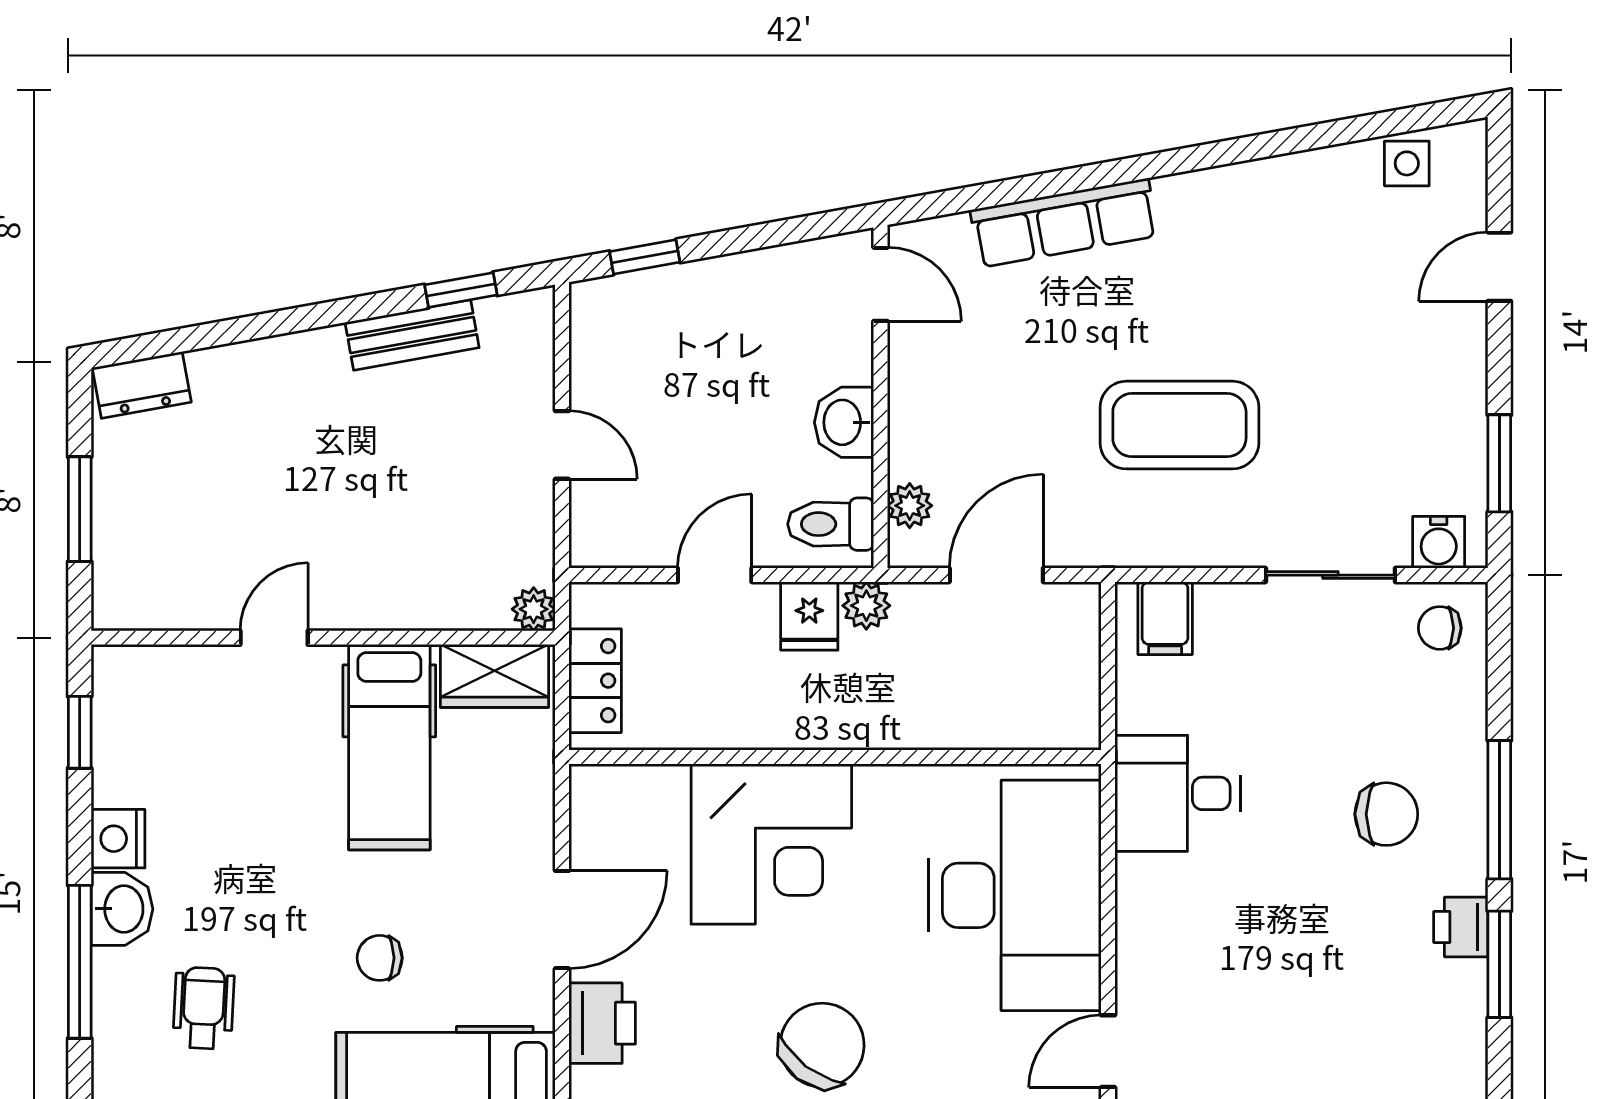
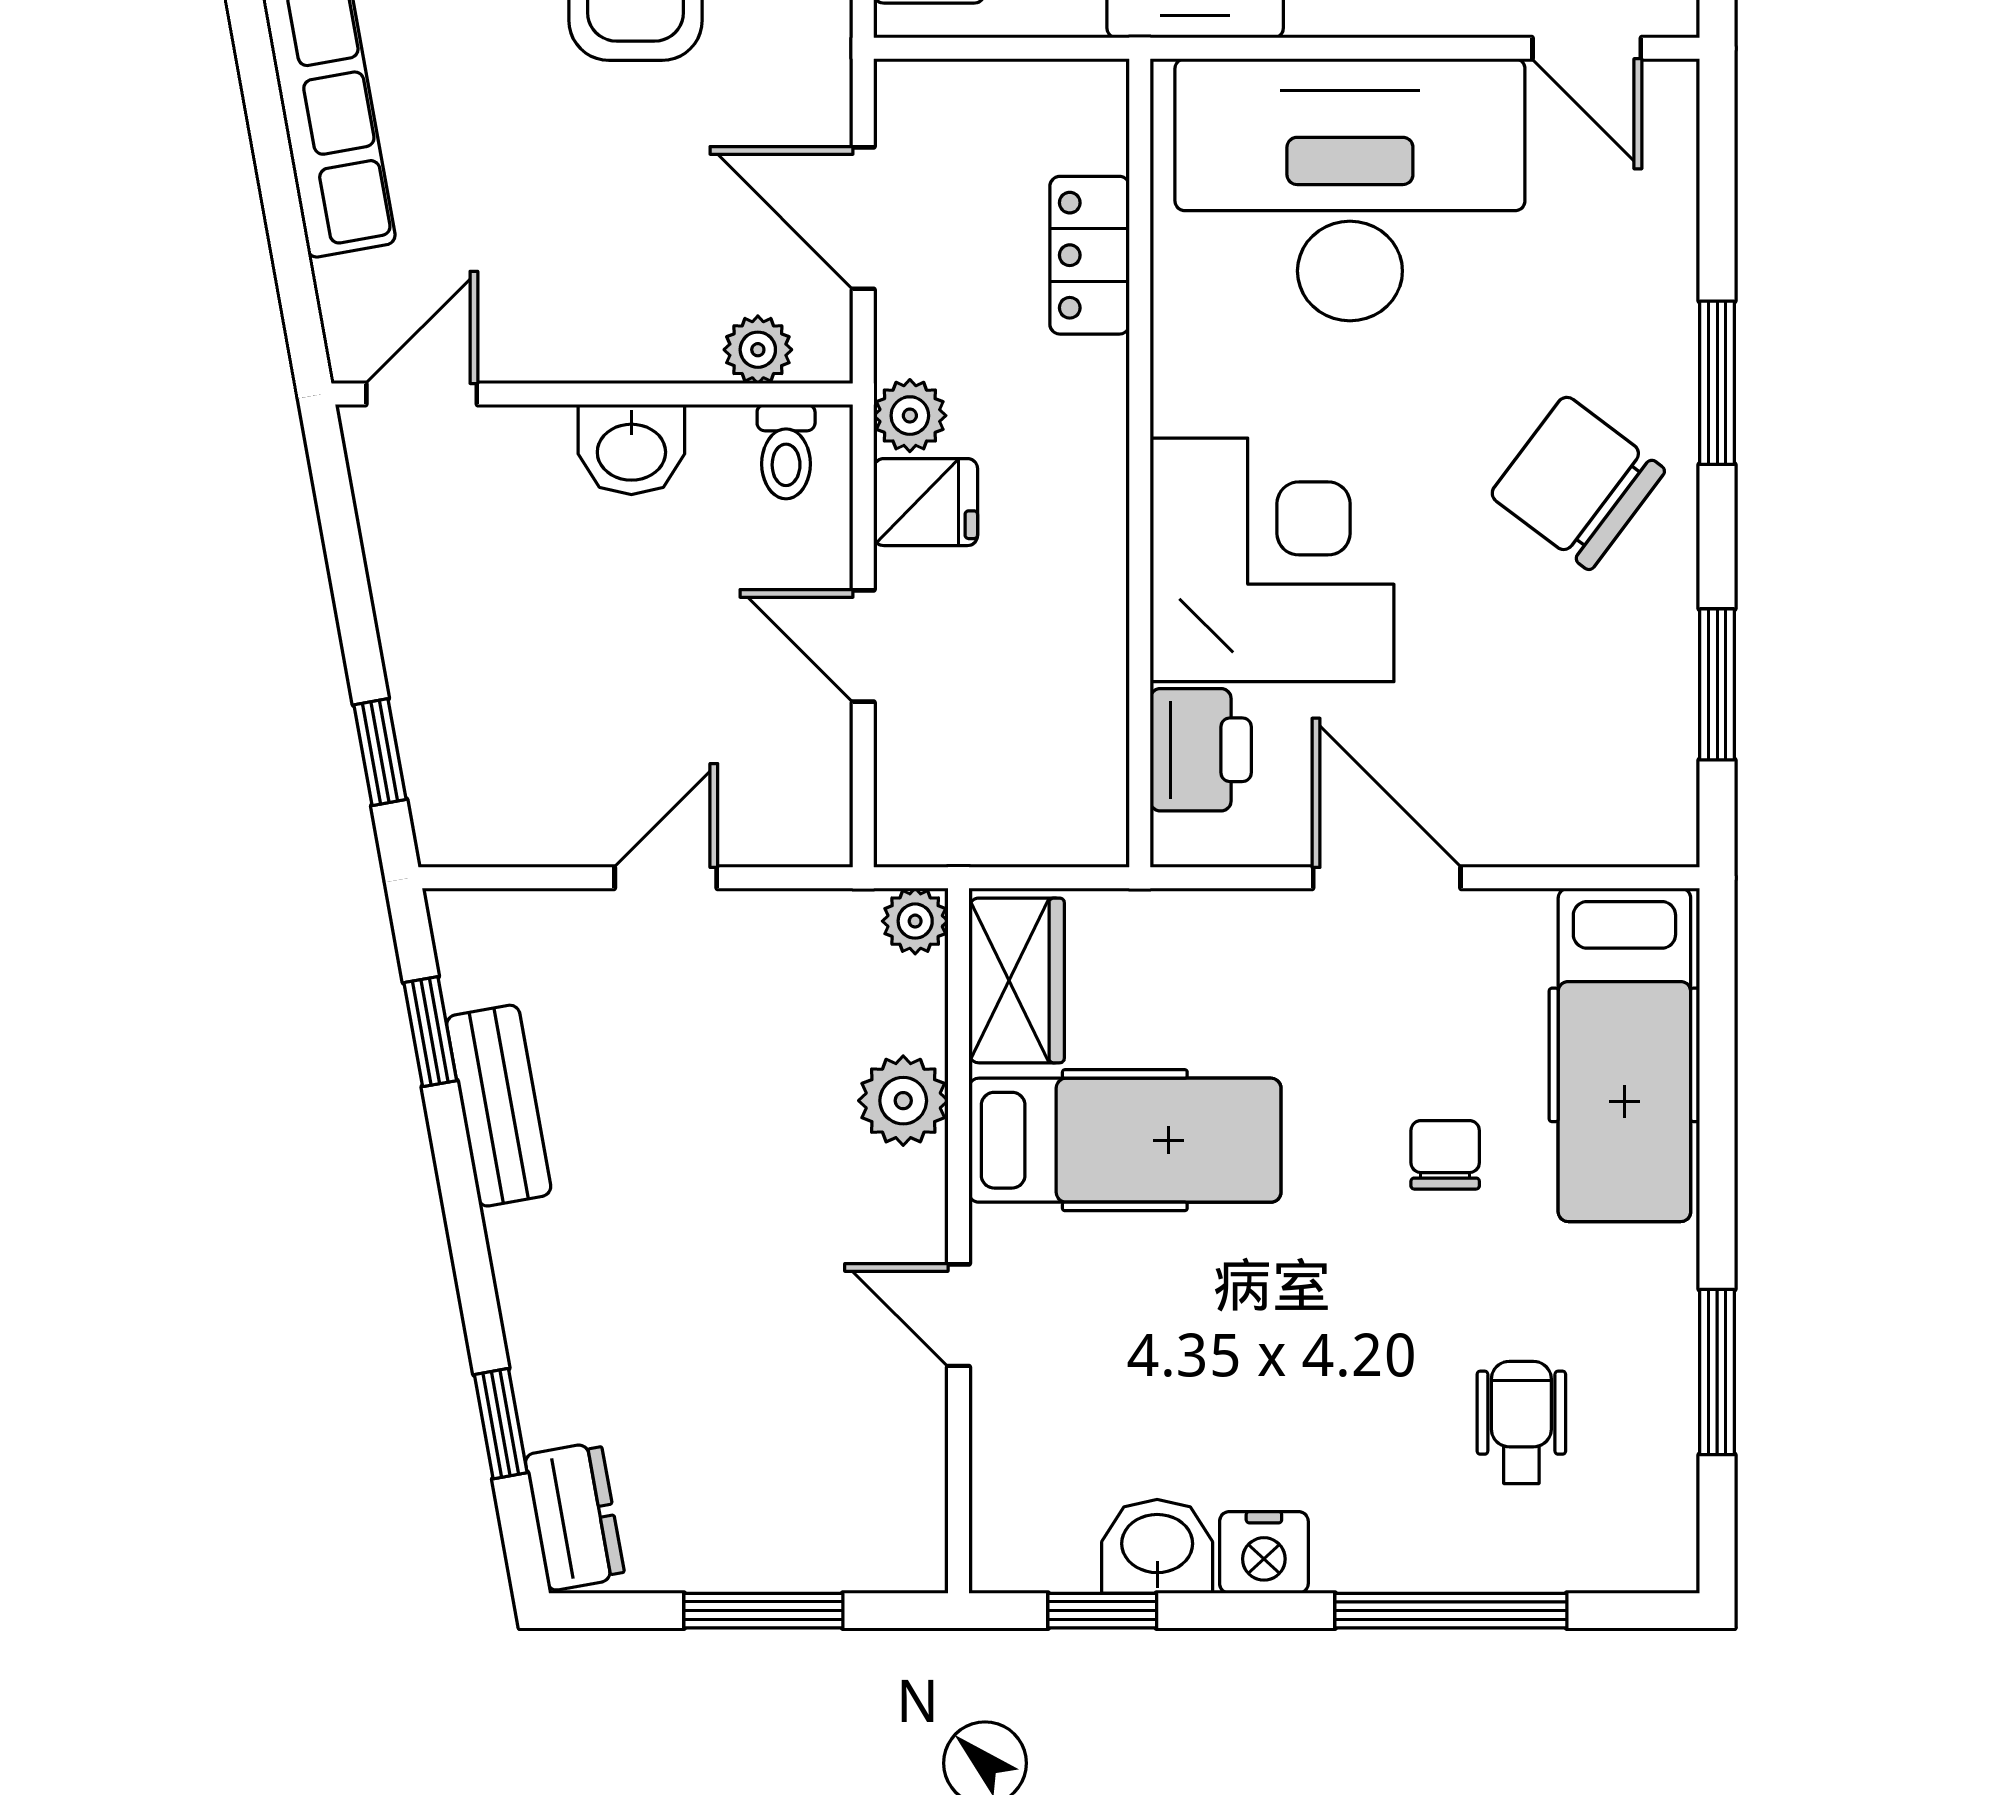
window: (203, 336) -> (501, 1424), added
toilet: (831, 524) -> (786, 452), width x0.73, depth x0.72
plant: (415, 601) -> (903, 1101), added
locker: (595, 681) -> (1090, 255), moved, turned -90
washbasin: (122, 909) -> (1157, 1546), moved
chair: (380, 958) -> (1445, 1155), turned 180
wheelchair: (204, 1008) -> (1521, 1422), turned 87
printer: (602, 1023) -> (1201, 750), moved, turned 90

